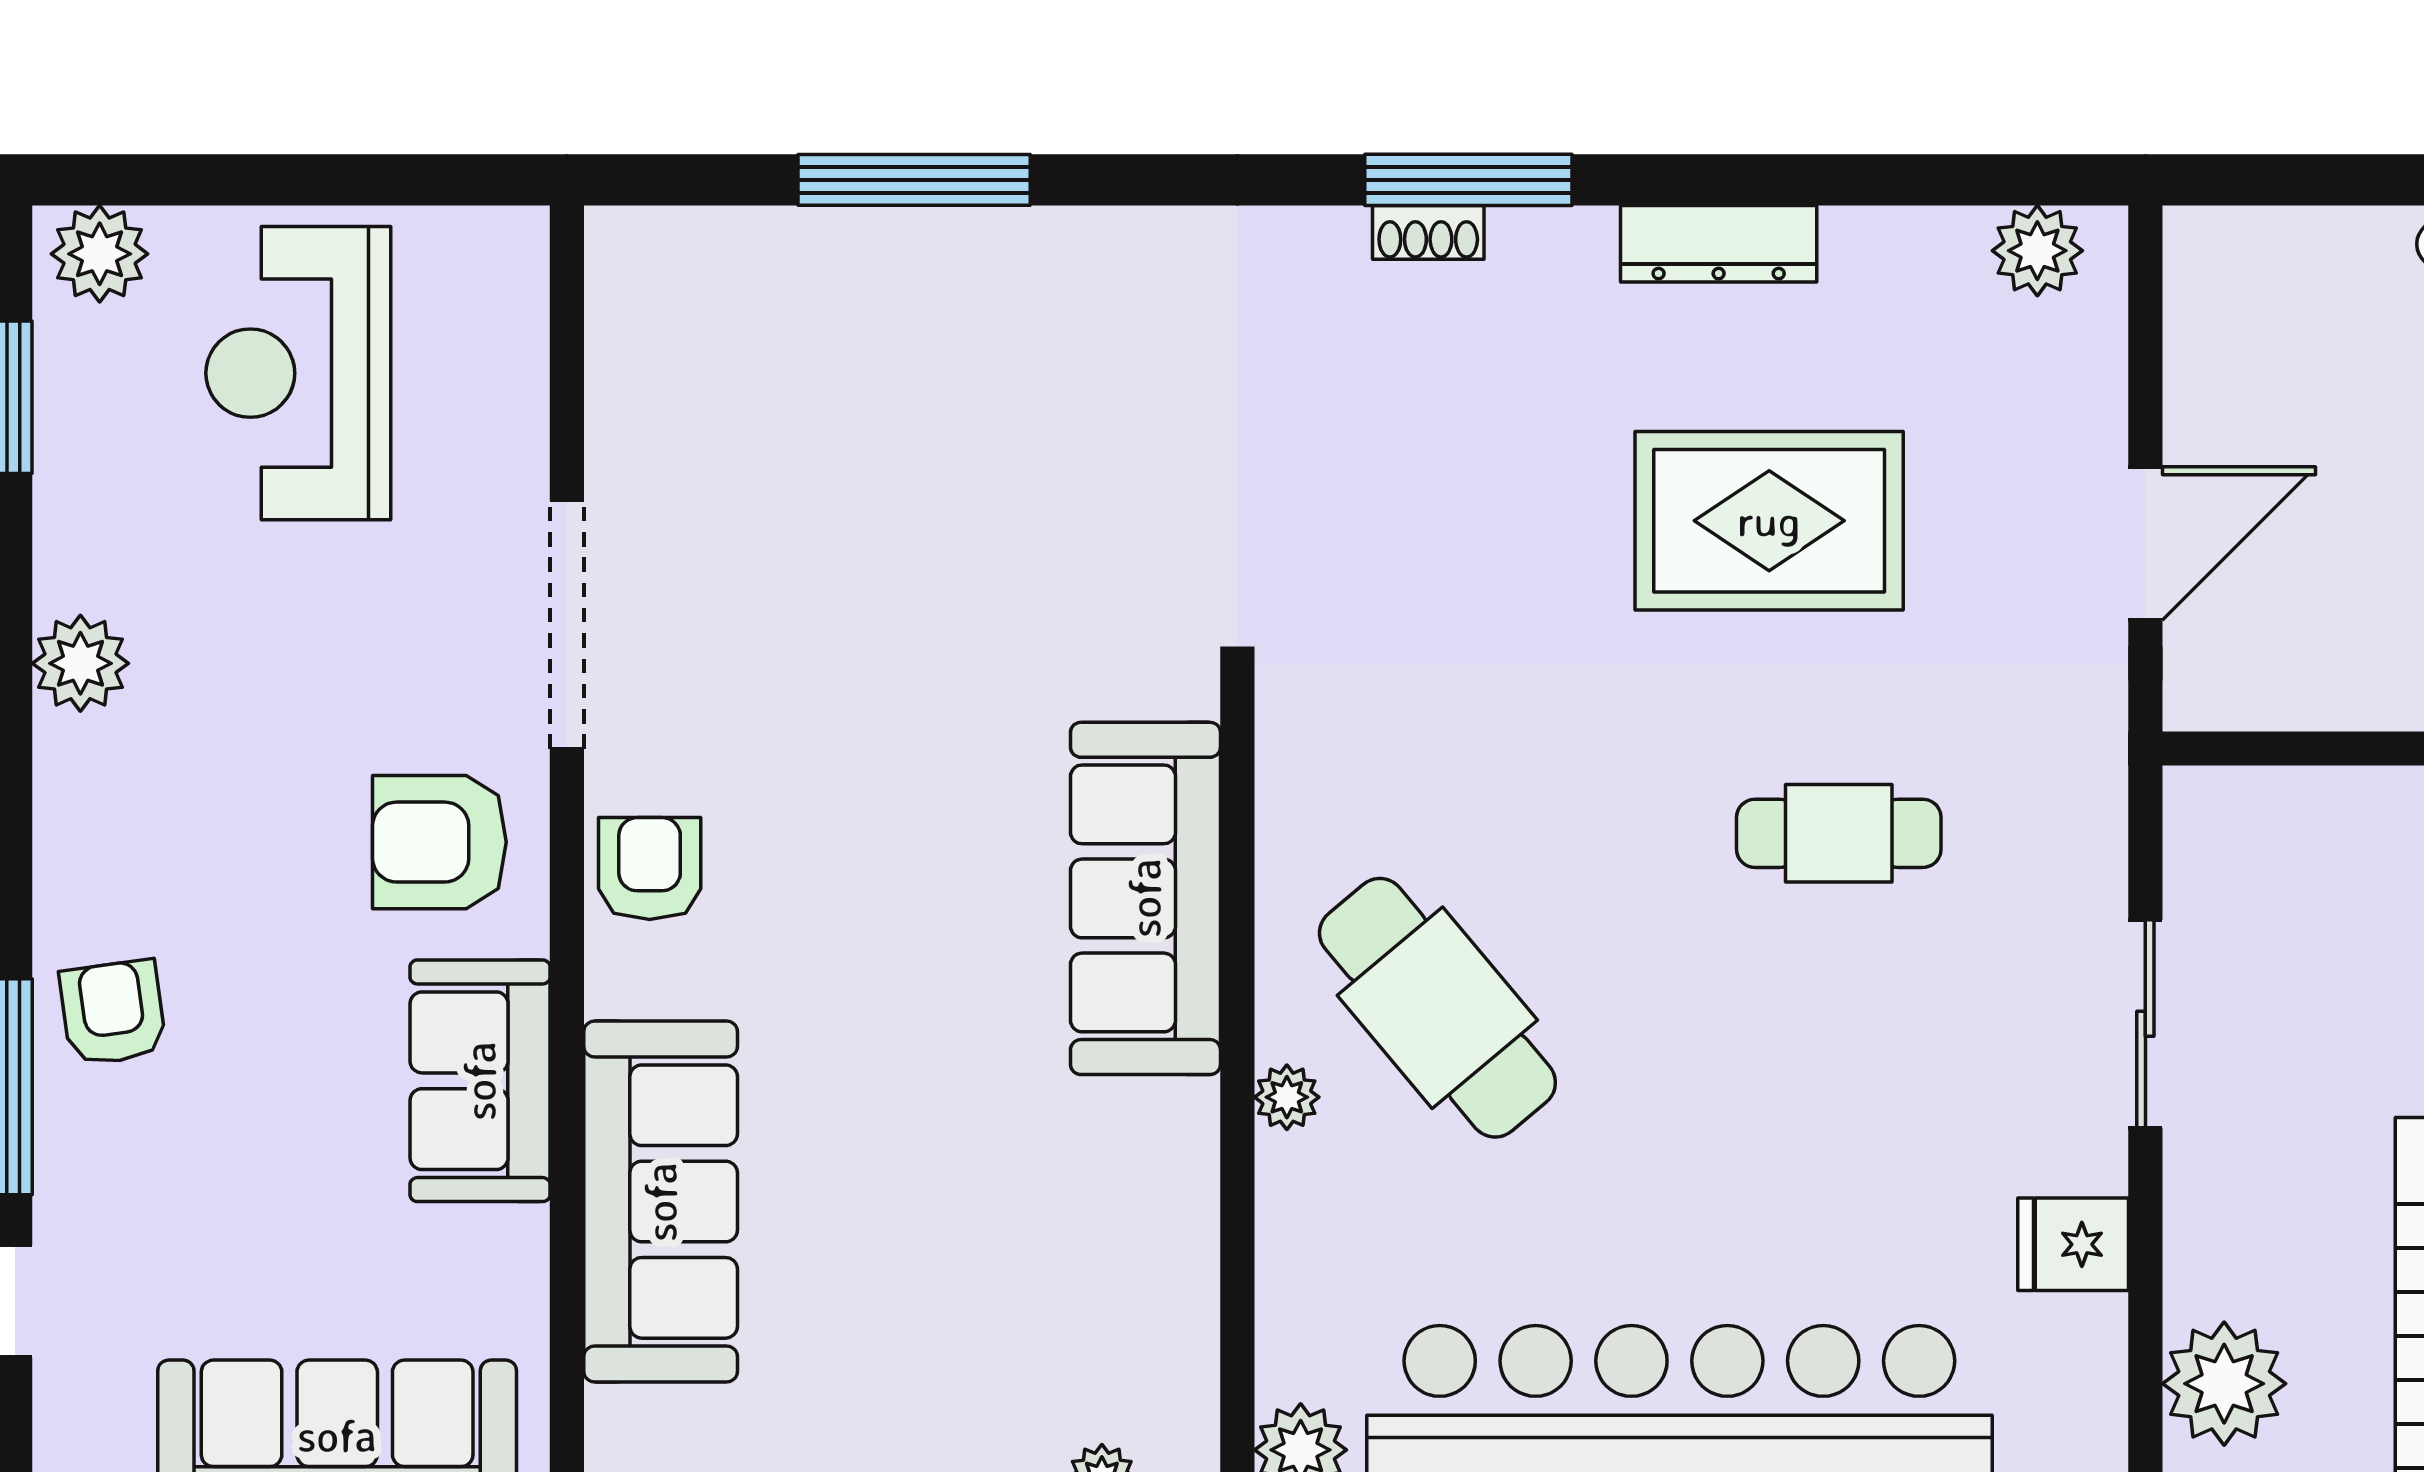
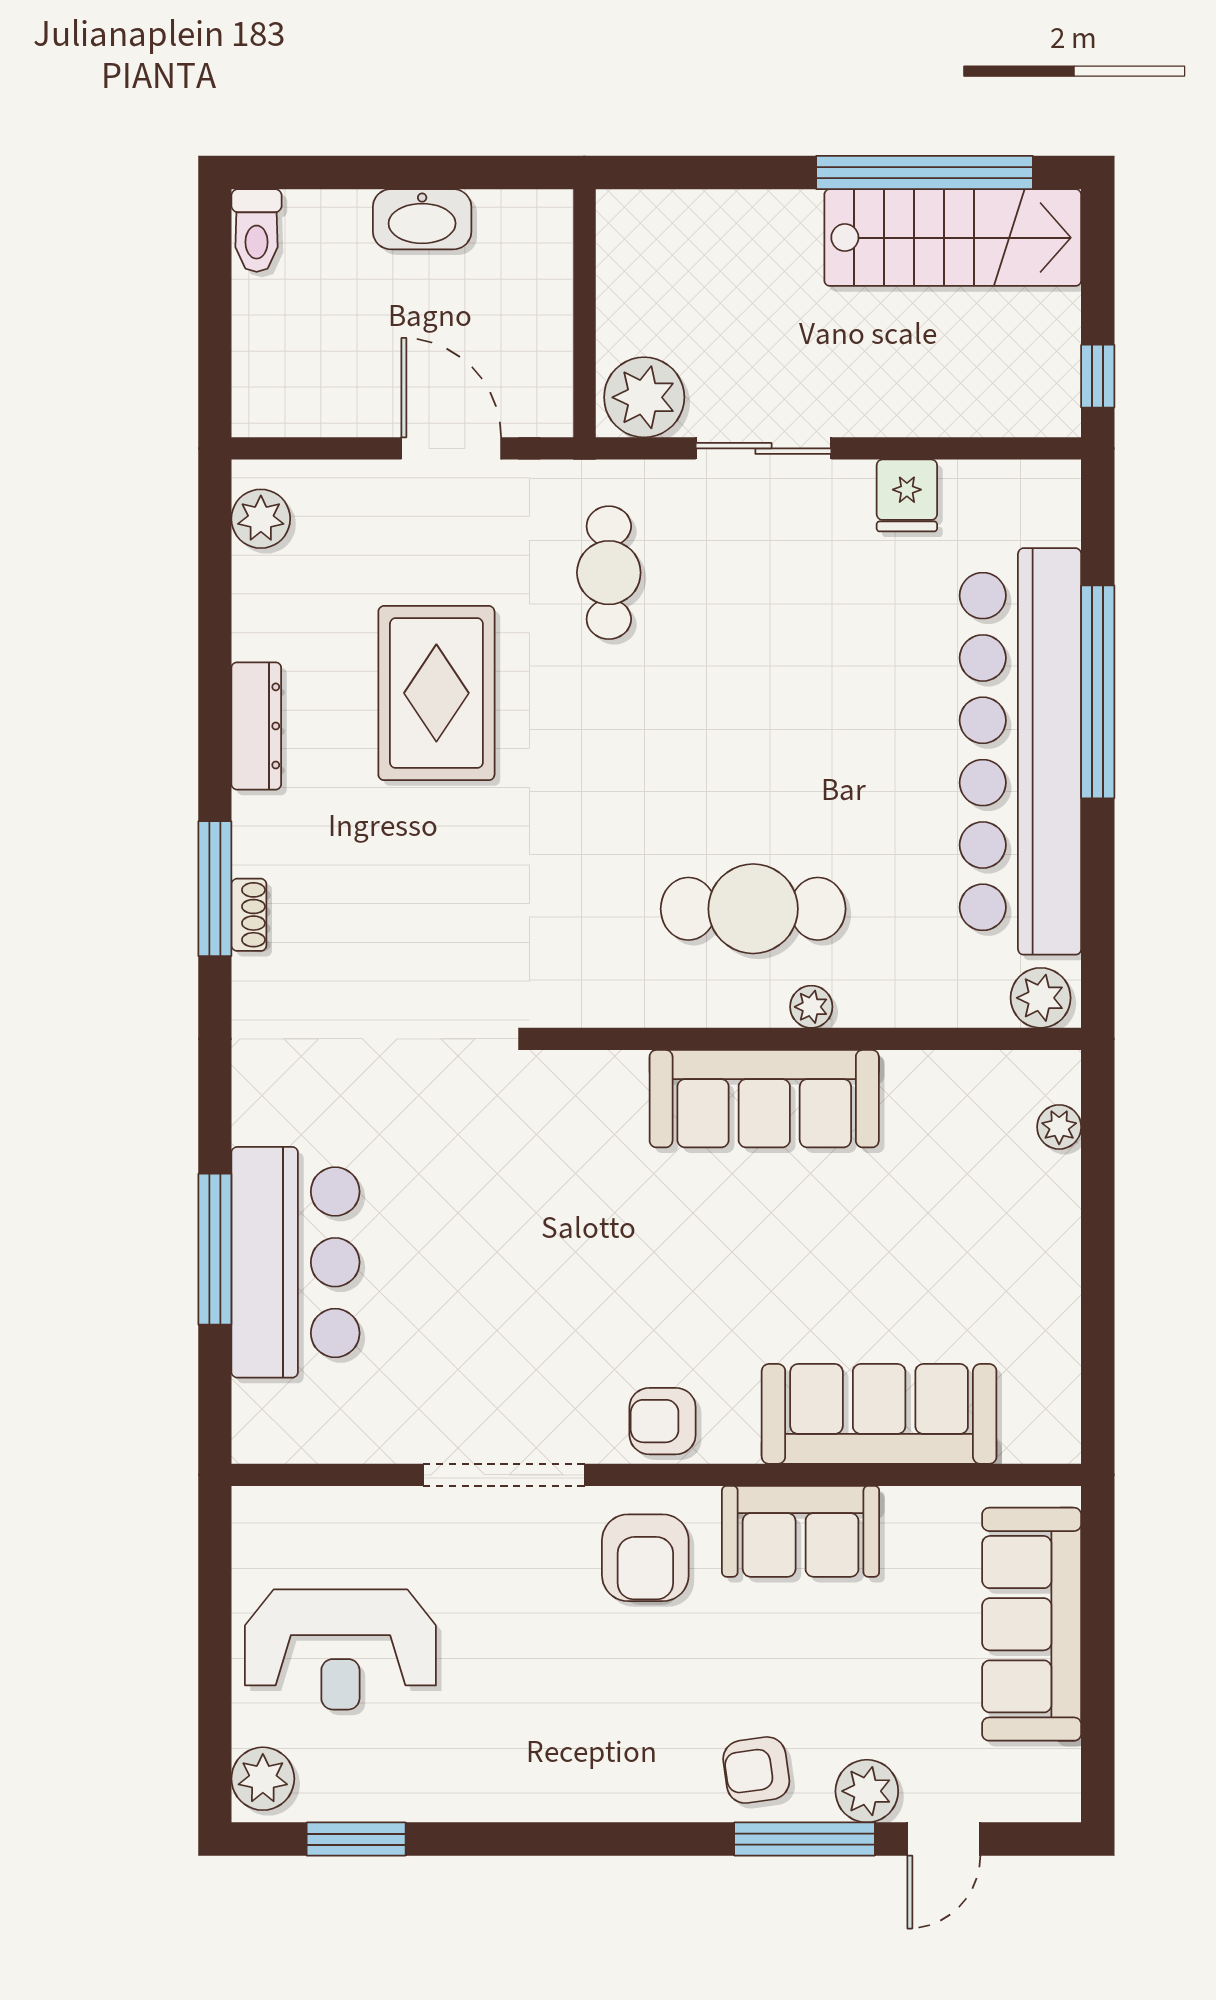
bar counter: (894, 304) -> (295, 1262), added
plant: (80, 663) -> (867, 1791), moved
cafe table: (1839, 833) -> (609, 573), moved
sofa: (1145, 898) -> (764, 1099), moved
cafe table: (1437, 1008) -> (753, 909), turned 40
plant: (2224, 1384) -> (644, 397), moved

